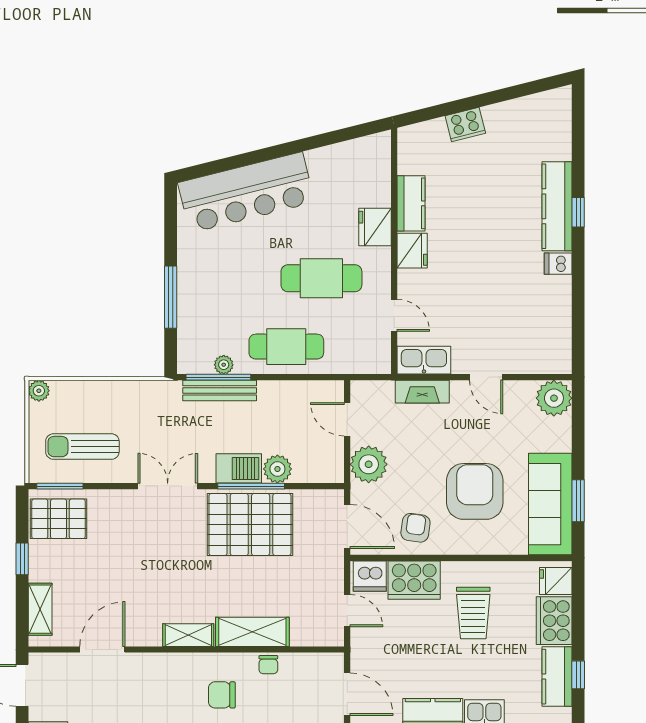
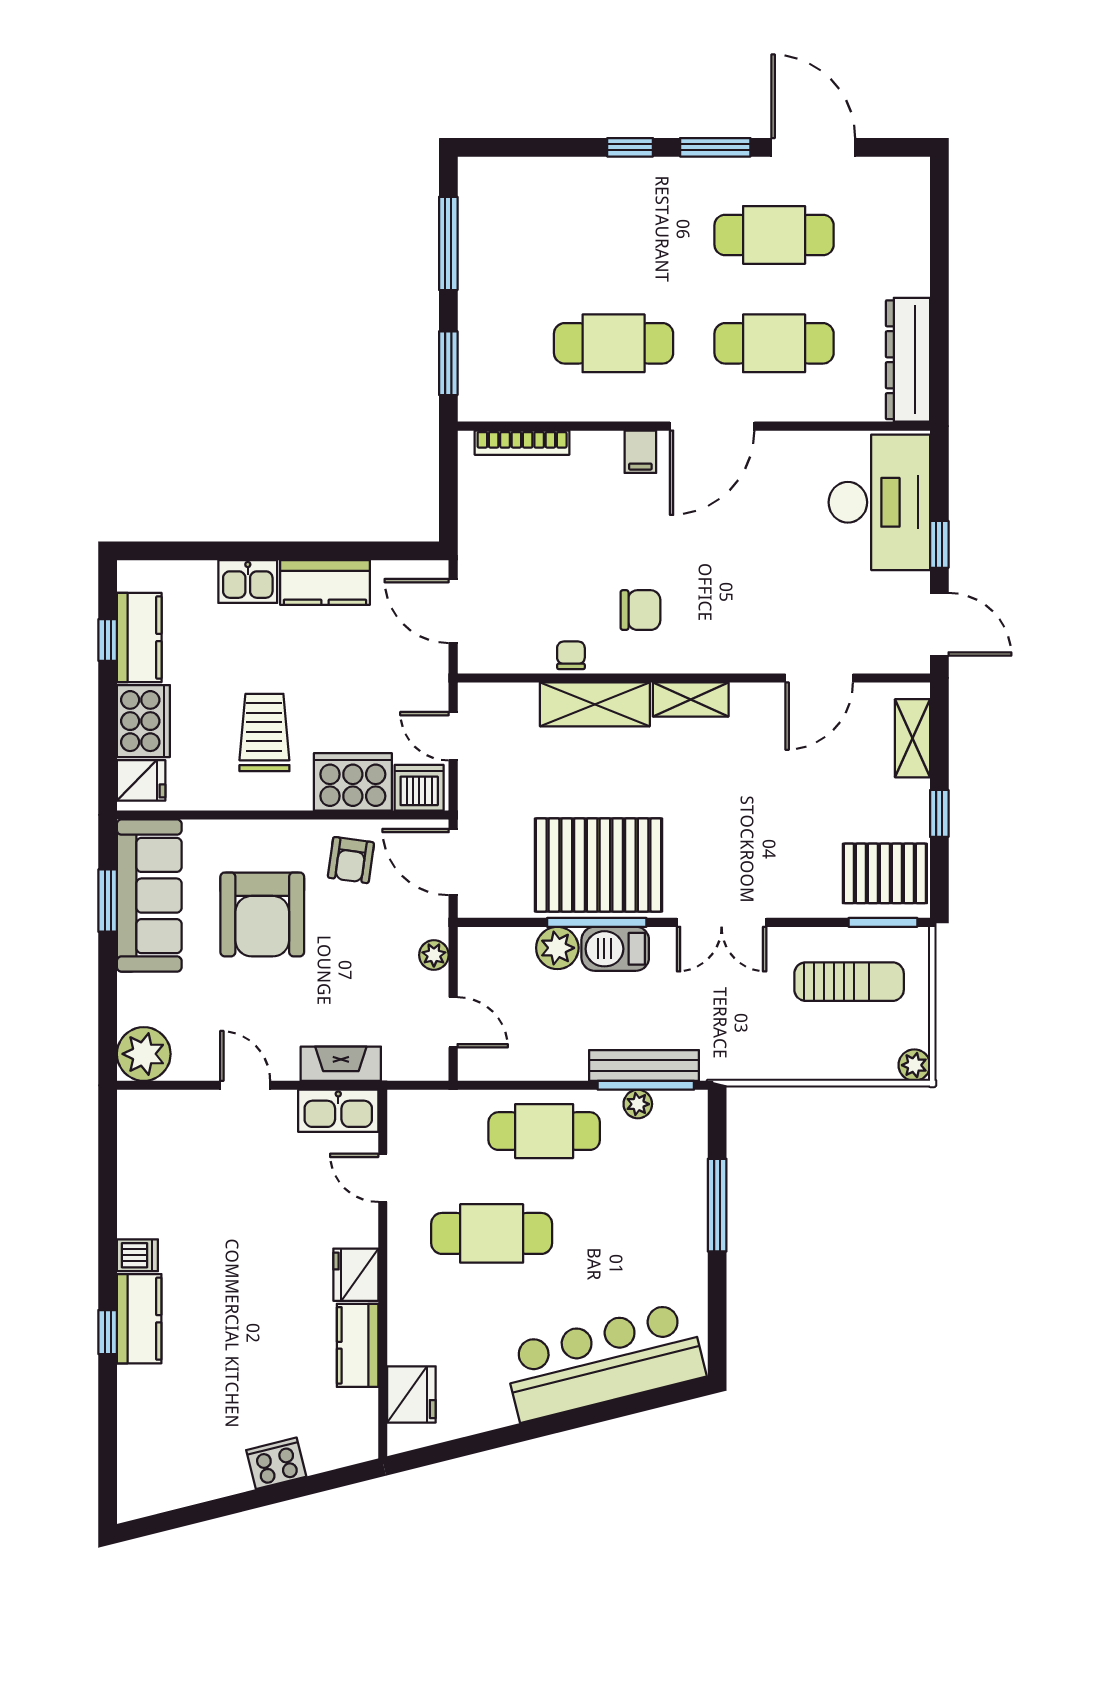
kitchen counter: (557, 206) -> (139, 1319), width x0.67
fridge: (375, 227) -> (411, 1394), moved
plant: (369, 464) -> (434, 955), width x0.53, depth x0.53

